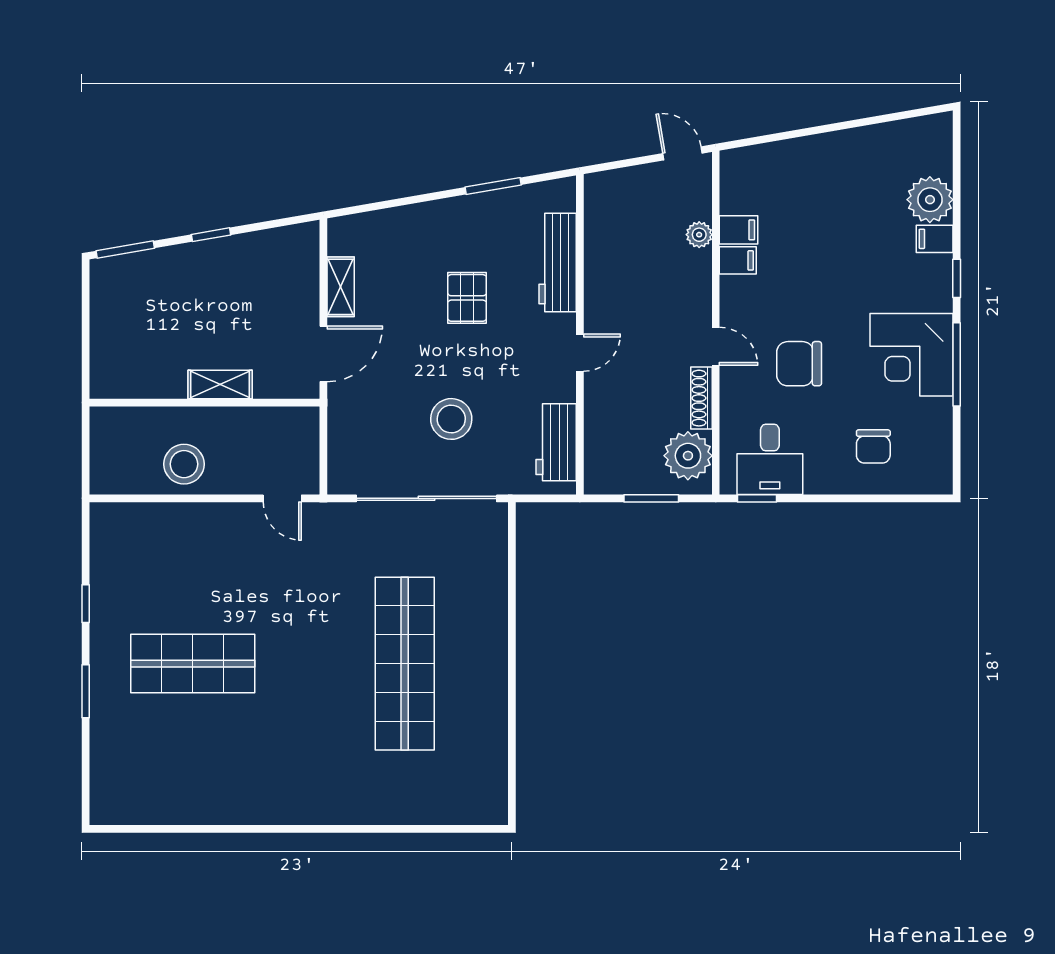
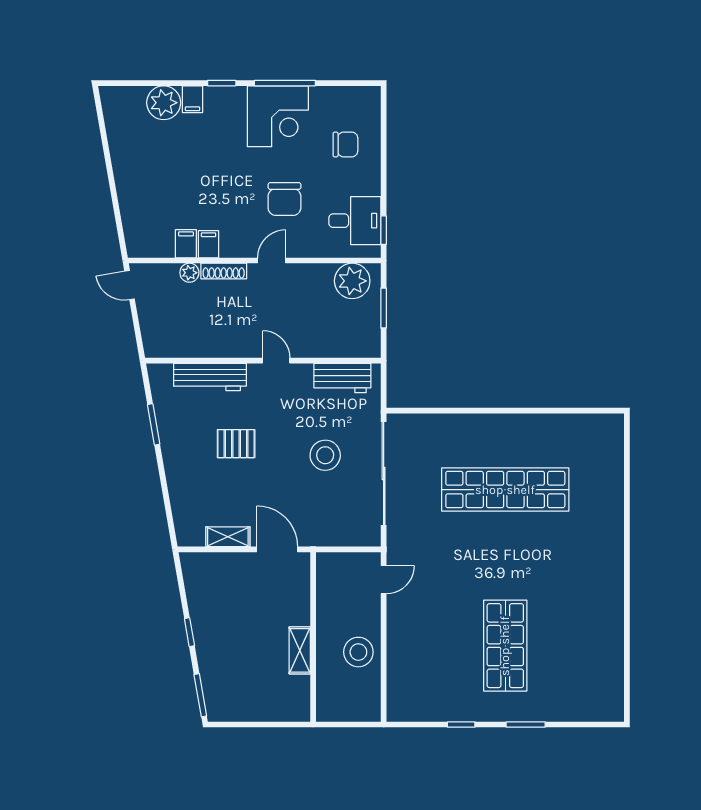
door: (682, 153) -> (130, 285), hinge flipped
shelving: (220, 384) -> (300, 650), moved
shoe rack: (701, 398) -> (224, 271), moved

